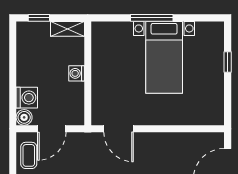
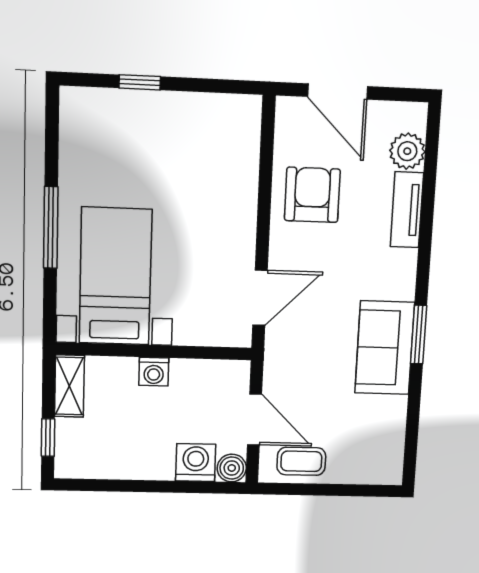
bed with nightstands: (164, 57) -> (116, 276), moved, turned -90
armchair: (174, 154) -> (312, 195), added

